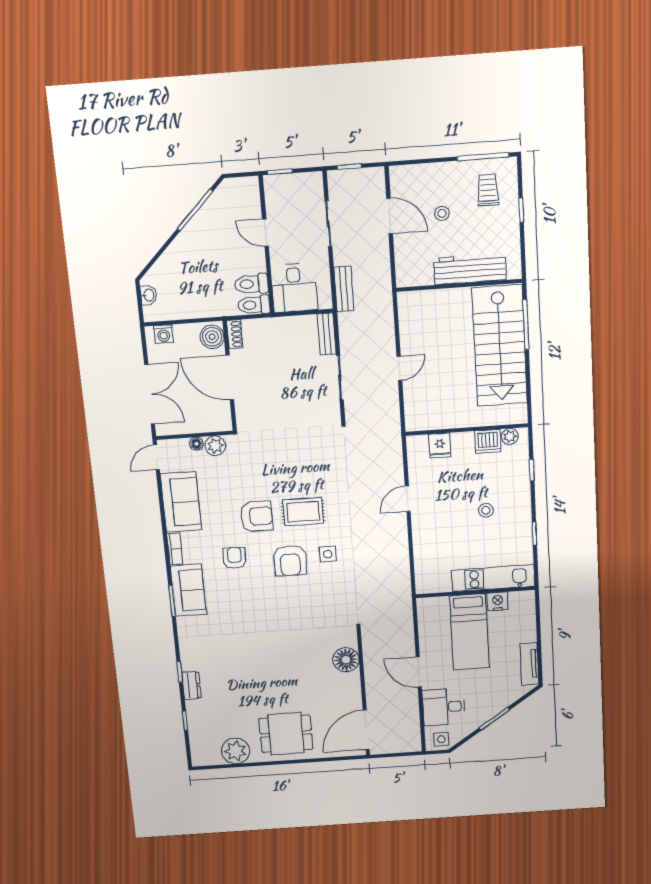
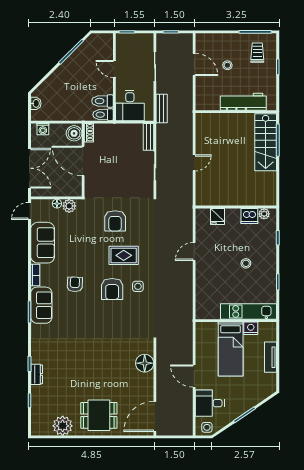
stairs: (500, 346) -> (266, 142), width x0.73, depth x0.66
armchair: (257, 516) -> (115, 221), moved, turned 90
tv unit: (529, 664) -> (271, 357), moved

